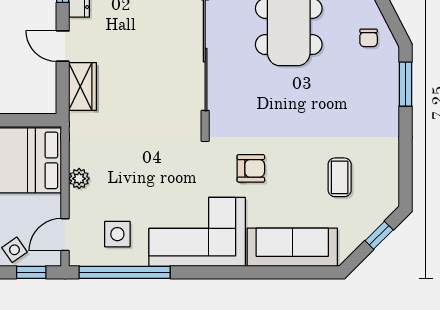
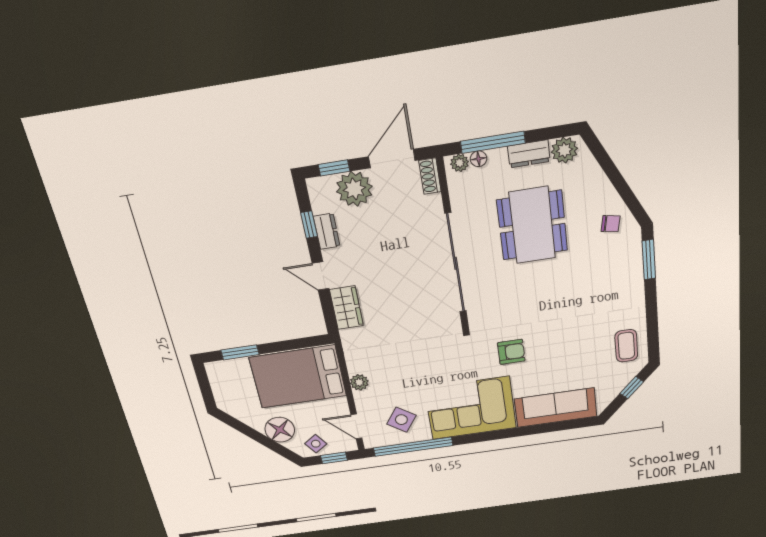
chair: (369, 38) -> (611, 224), turned -79
coffee table: (340, 177) -> (626, 346), moved
side table: (117, 234) -> (401, 420), turned 35
door: (65, 235) -> (356, 426), hinge flipped

